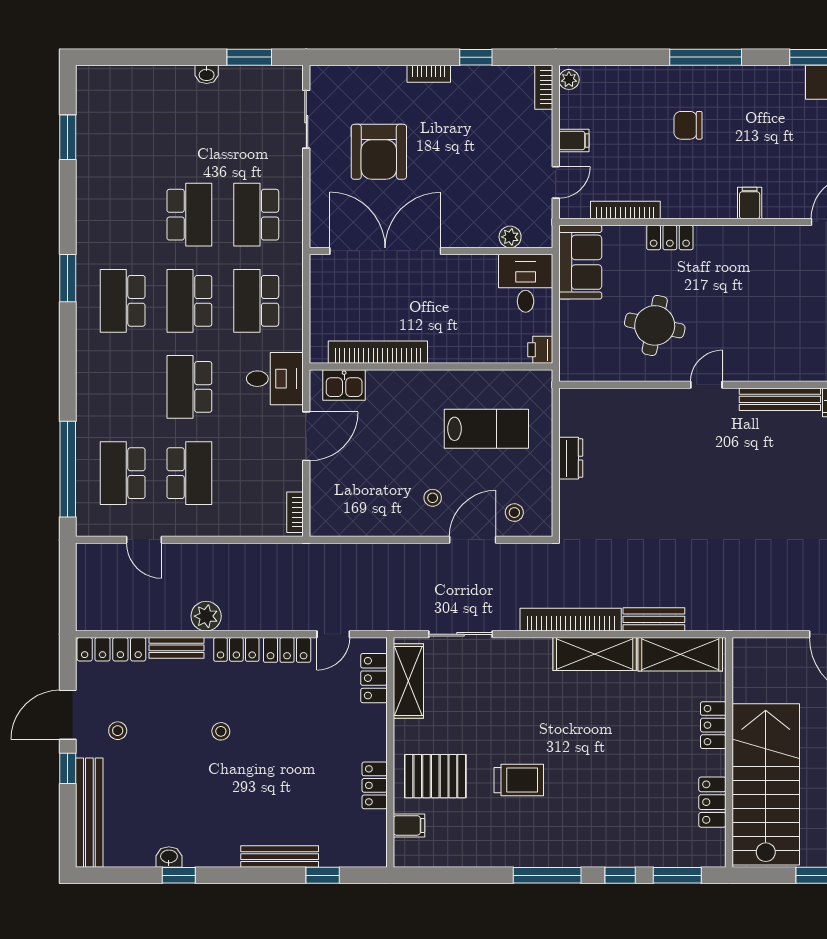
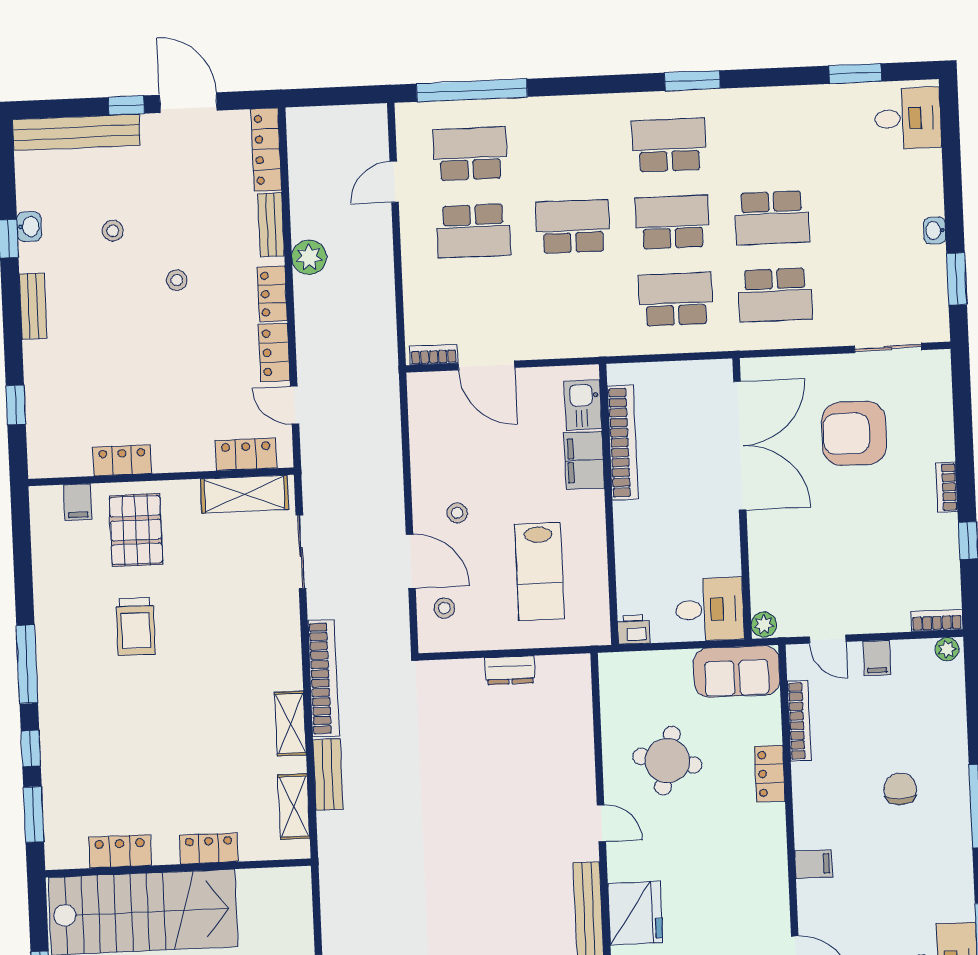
school desk: (256, 215) -> (775, 295), turned 180
plant: (510, 237) -> (764, 625), moved
fridge: (785, 359) -> (635, 913), added
desk: (275, 379) -> (908, 118), moved, turned -90
filing cabinet: (392, 386) -> (584, 460), added
door: (306, 436) -> (486, 365), moved
shelving: (595, 654) -> (290, 724), width x0.67, depth x0.75
shelving: (680, 654) -> (294, 807), width x0.67, depth x0.75
stool: (118, 731) -> (113, 231), moved
bench: (280, 857) -> (33, 306), moved, width x0.73

